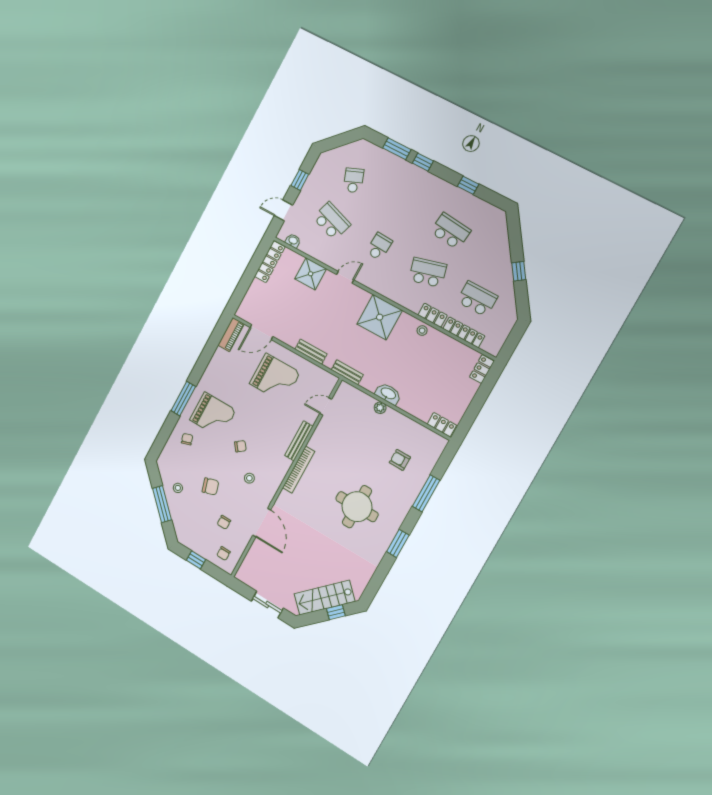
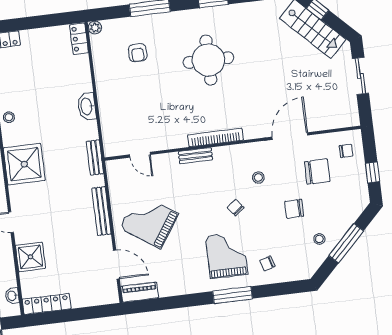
bench: (311, 352) -> (101, 211), width x1.36
grand piano: (275, 378) -> (149, 221), turned -56
plant: (380, 408) -> (95, 28), moved
bench: (299, 441) -> (196, 156), width x0.73
chair: (210, 486) -> (294, 209), turned -73
chair: (224, 522) -> (317, 172), width x1.87, depth x1.87

